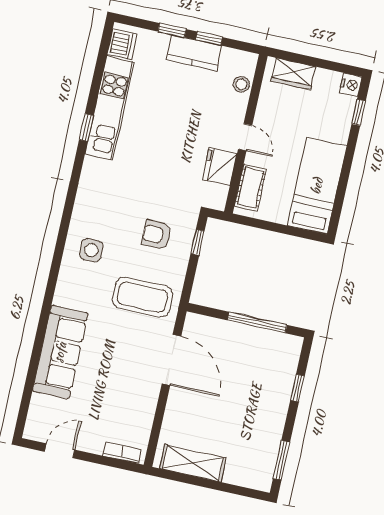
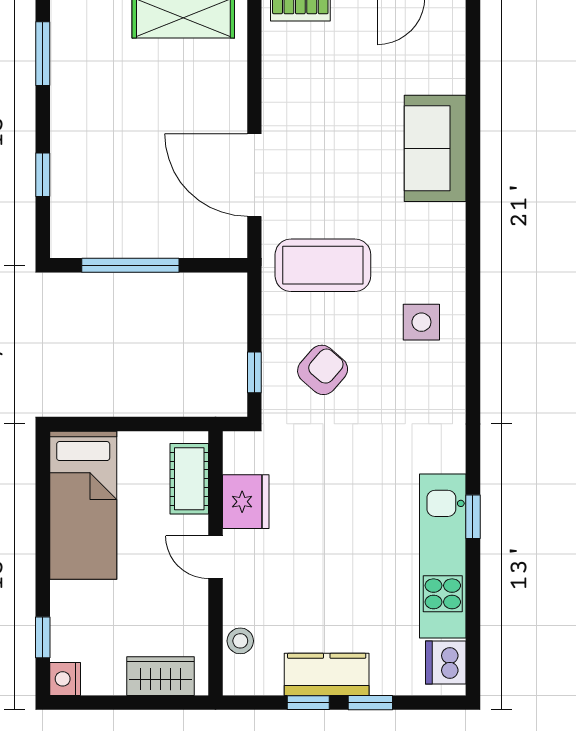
armchair: (157, 235) -> (323, 370), turned -49
sofa: (60, 352) -> (435, 148), width x0.73

